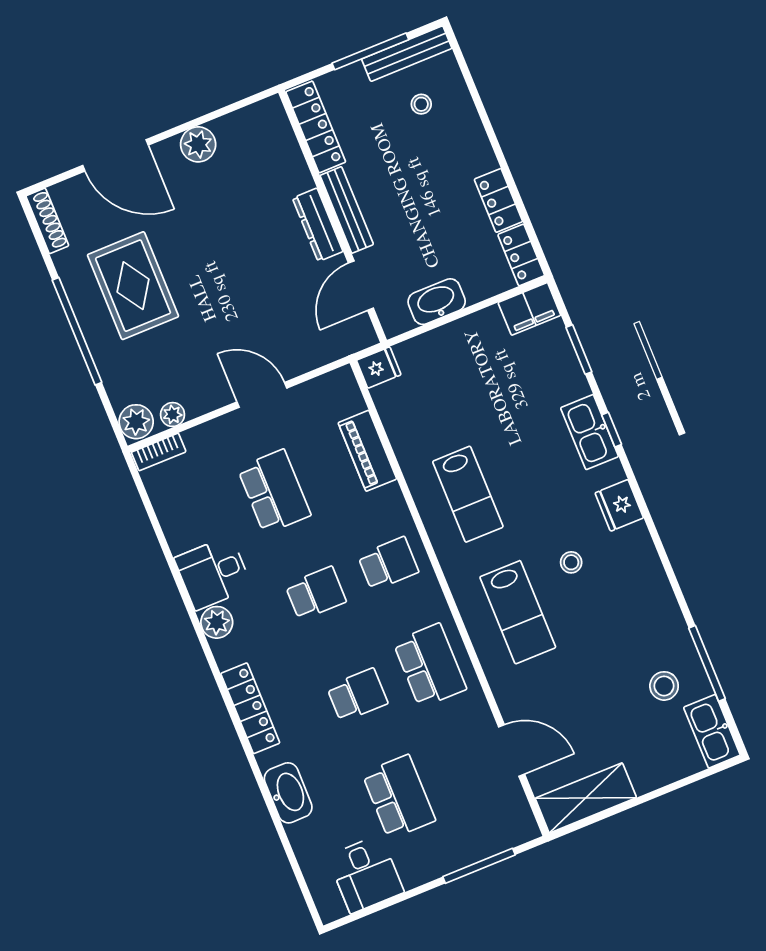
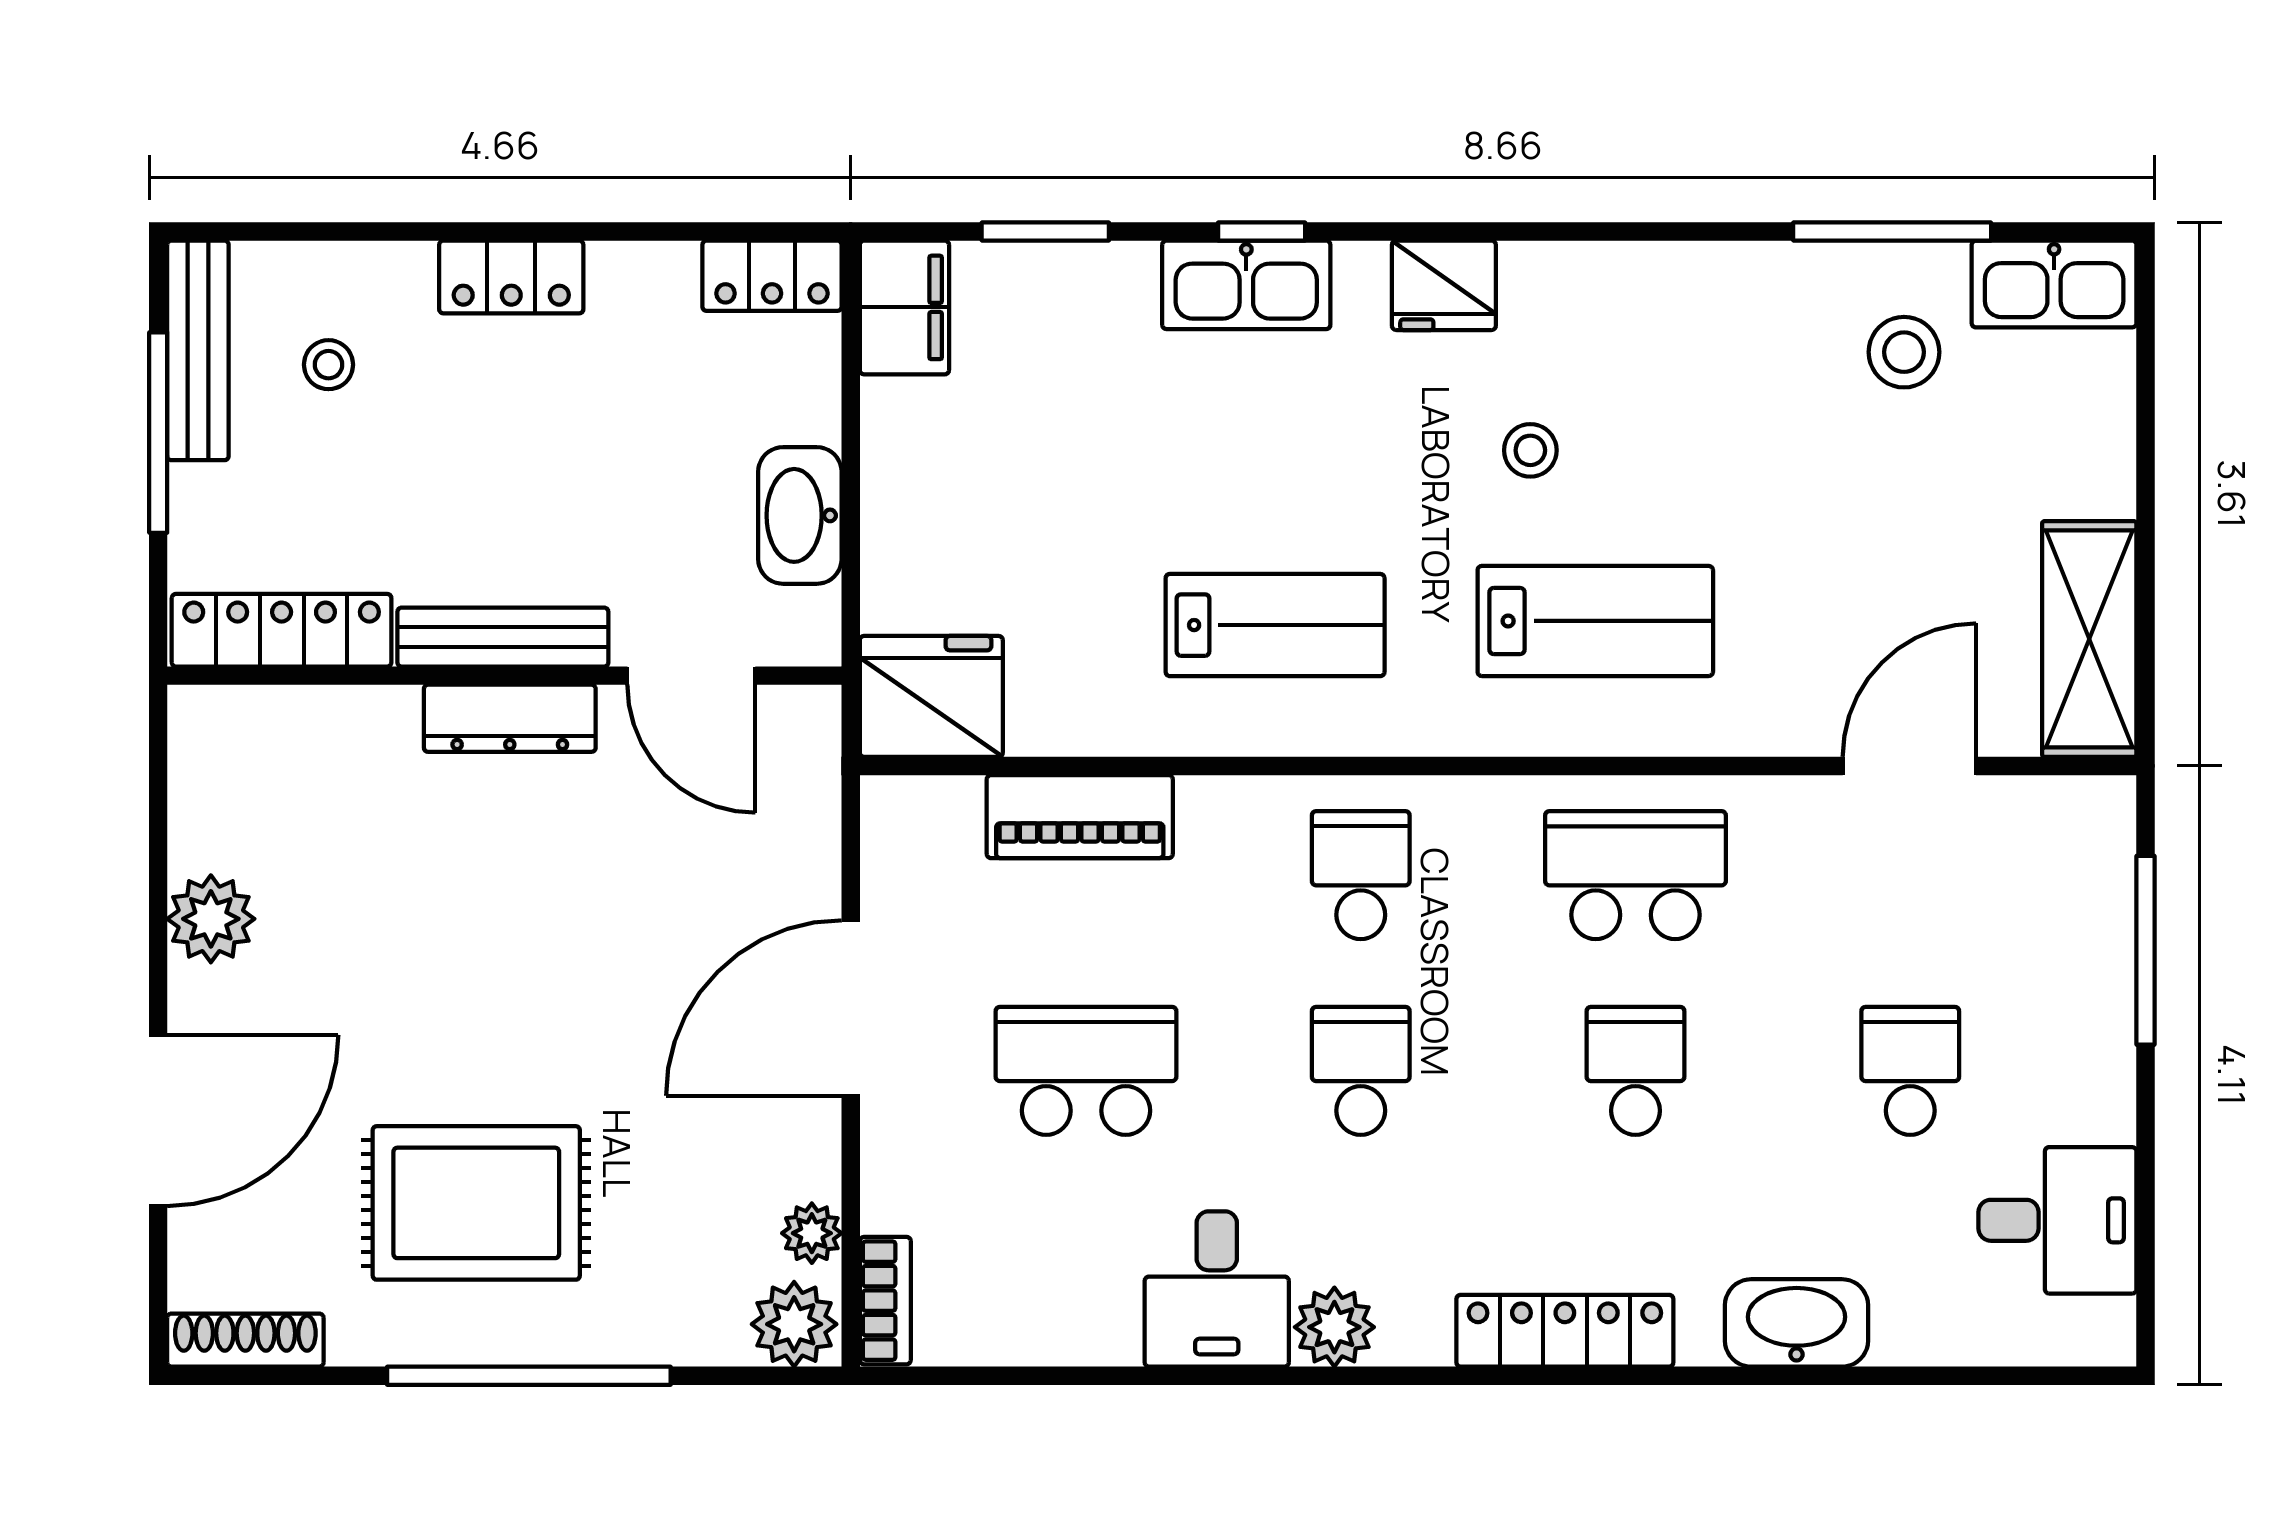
locker: (498, 200) -> (511, 277), moved
fridge: (379, 367) -> (931, 696), width x1.88, depth x1.34
door: (262, 395) -> (851, 1008), width x1.36
school desk: (399, 797) -> (1910, 1071), width x0.54

